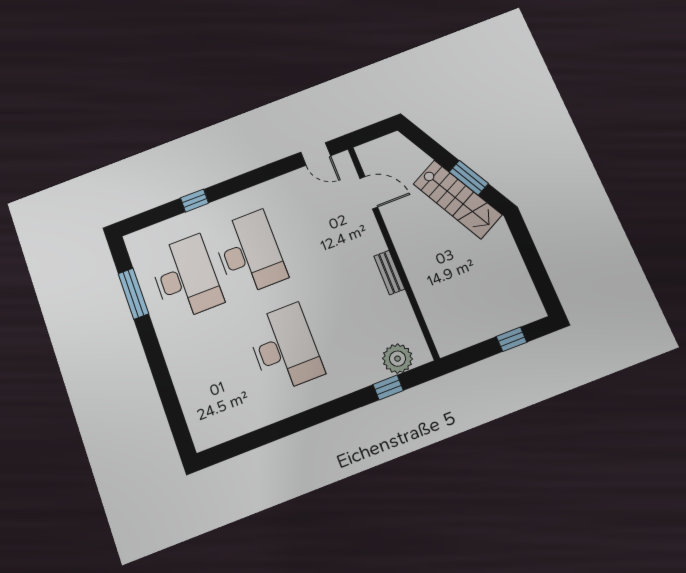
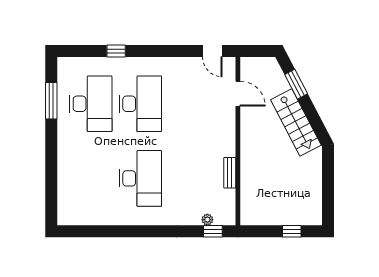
window: (469, 178) -> (296, 84), moved
bench: (389, 273) -> (230, 173), moved
plant: (398, 359) -> (207, 220), width x0.53, depth x0.53
window: (388, 387) -> (213, 231), moved

